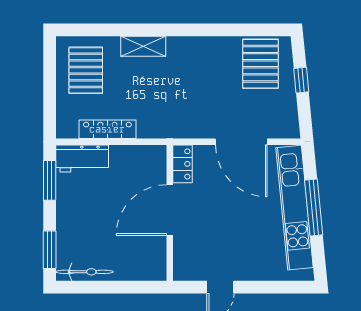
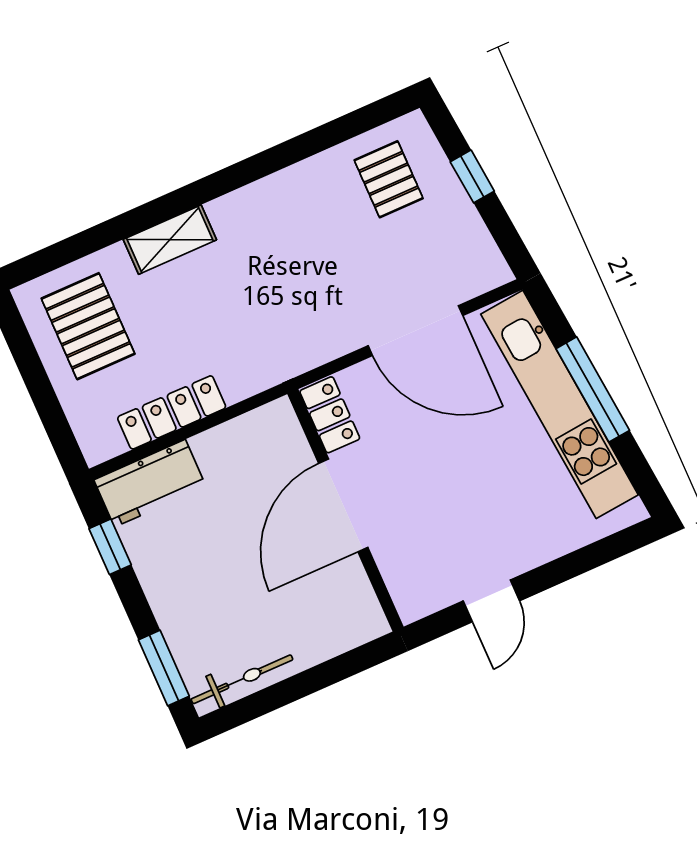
pallet: (261, 64) -> (389, 179), width x0.67, depth x0.71
window: (50, 180) -> (110, 547), width x0.67

